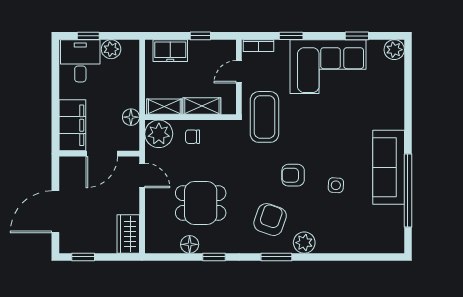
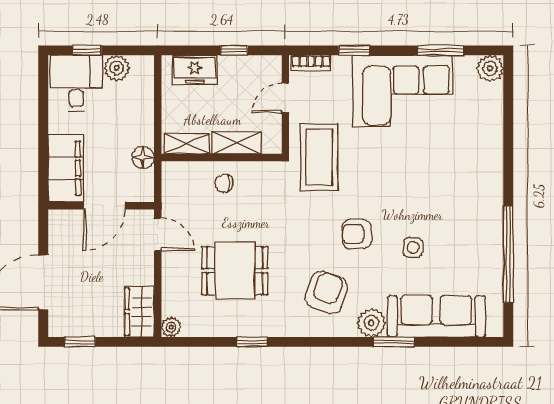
window: (357, 36) -> (441, 50), width x1.50
plant: (159, 134) -> (171, 327), moved, width x0.53, depth x0.53
sofa: (389, 167) -> (436, 316), moved, turned 90
floor lamp: (190, 244) -> (220, 325), removed
window: (276, 257) -> (394, 342), moved

